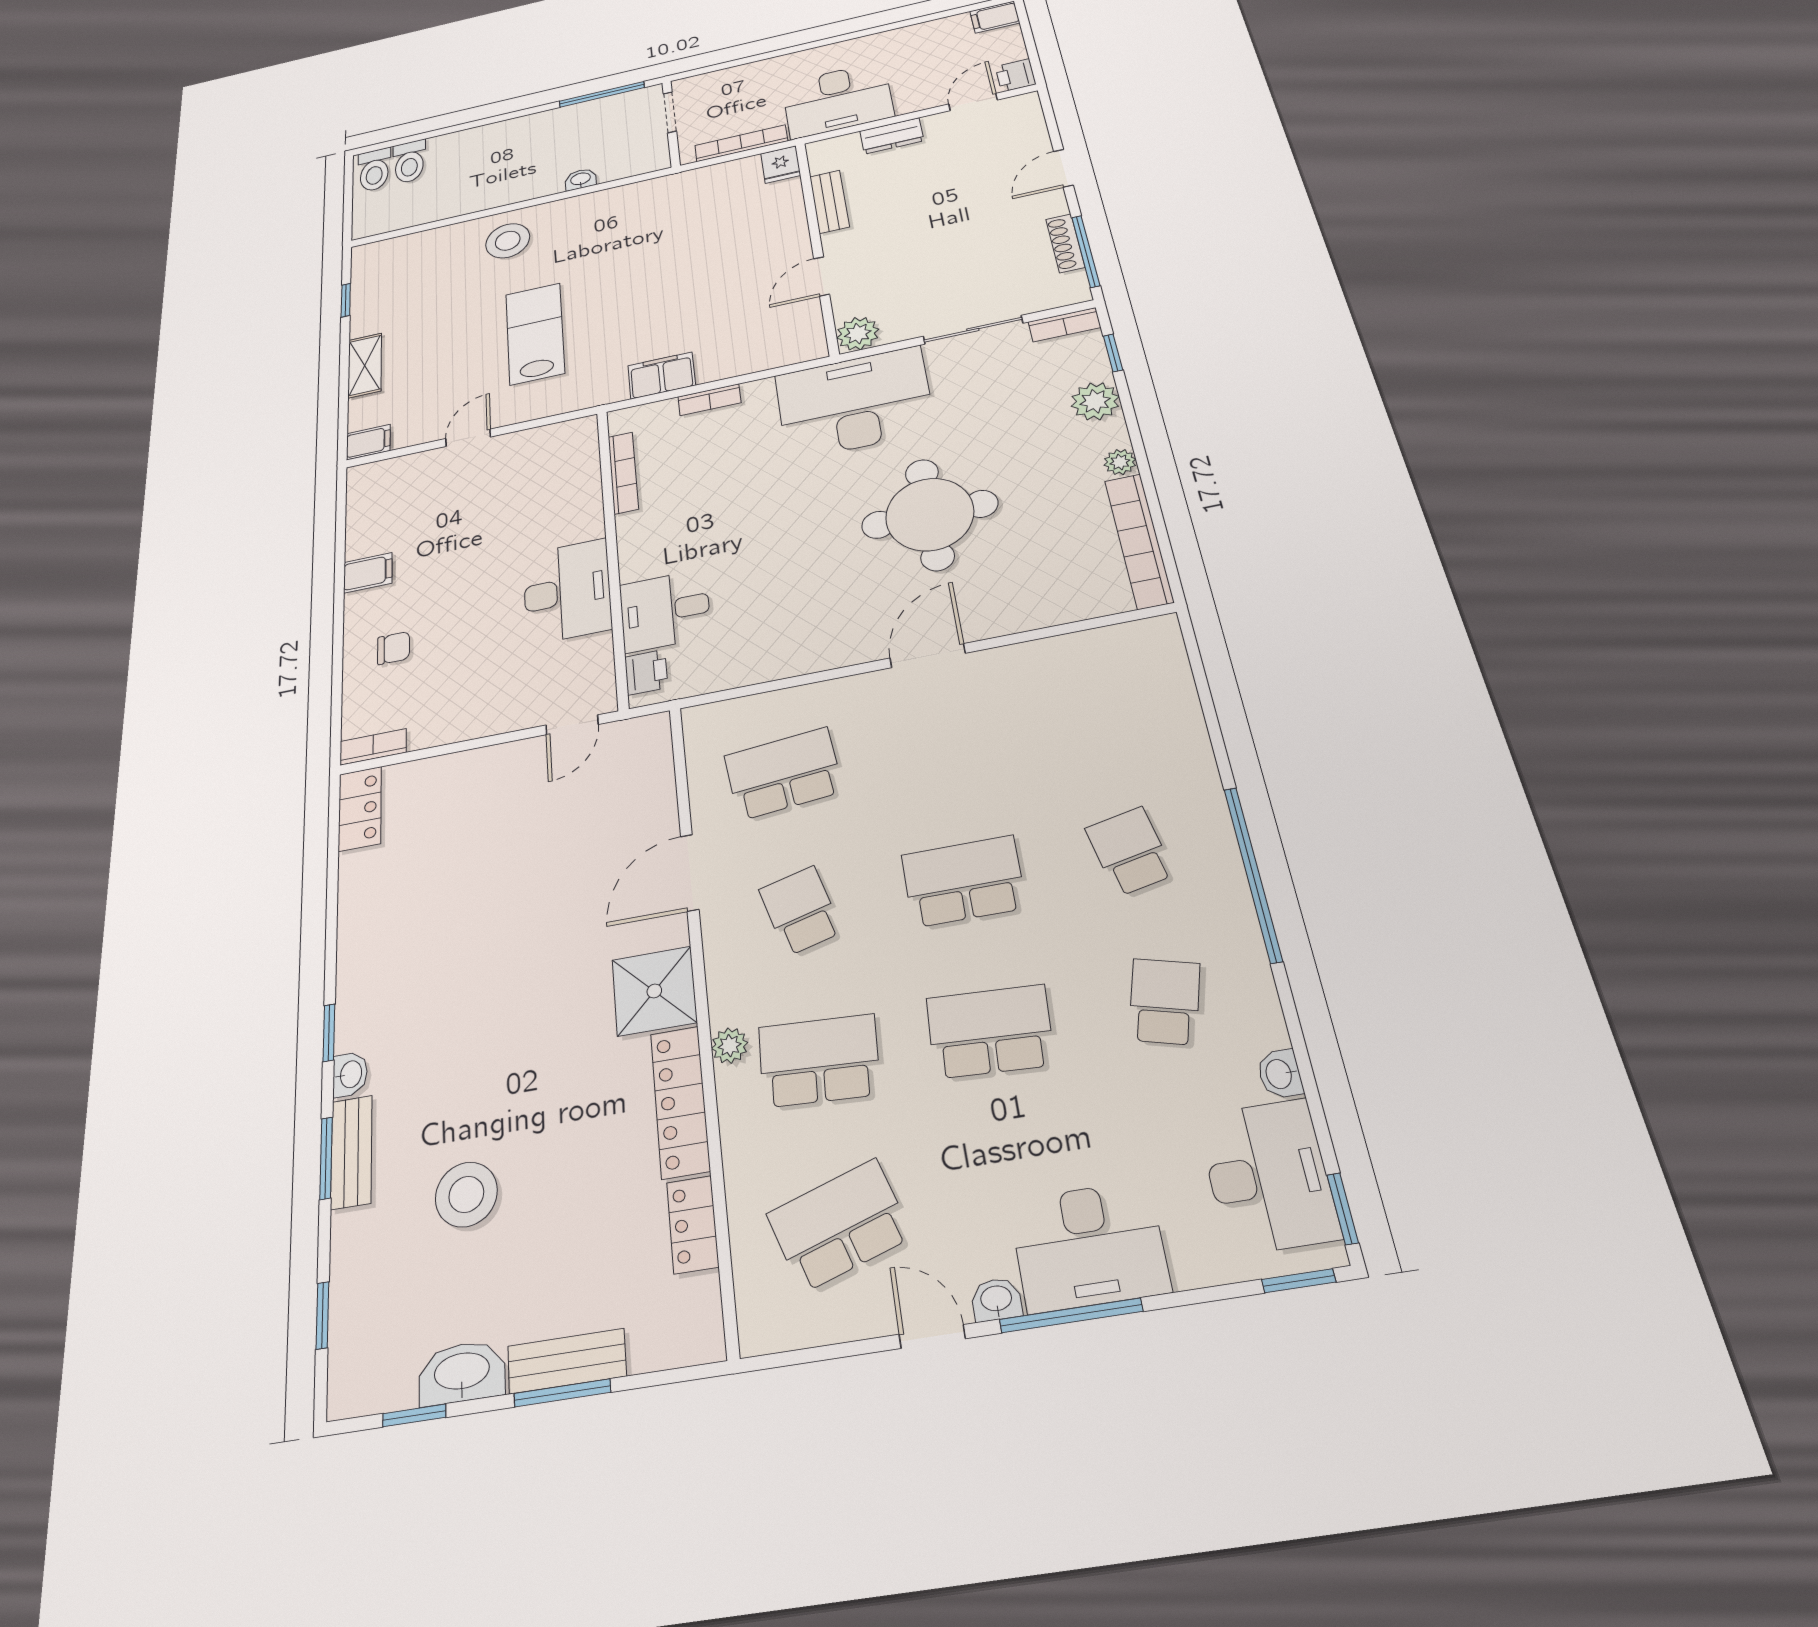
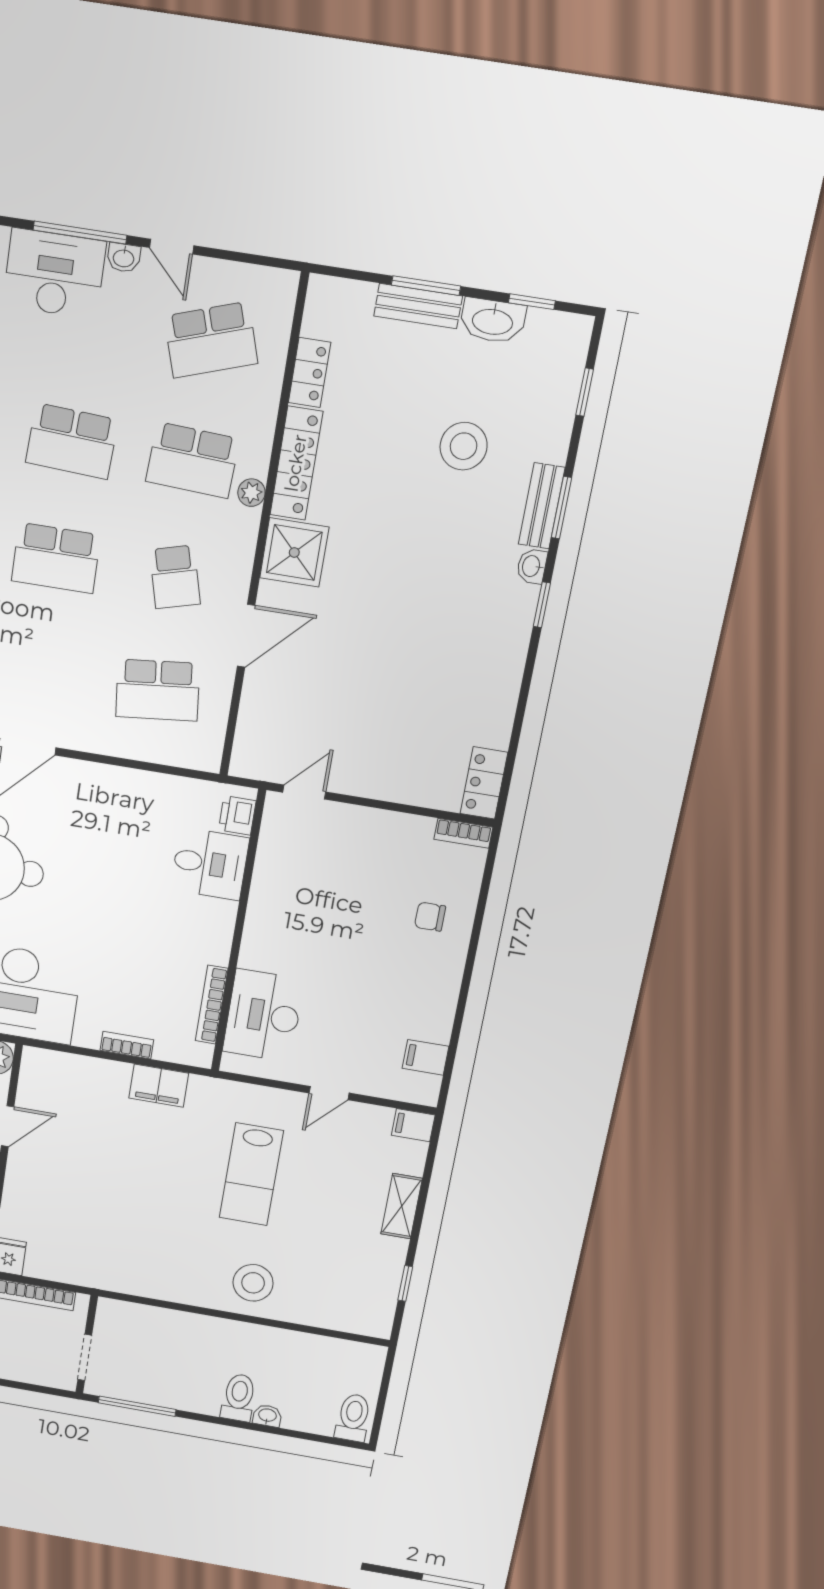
toilet: (409, 162) -> (239, 1398), moved
washbasin: (581, 179) -> (267, 1416), moved, turned 180
filing cabinet: (368, 573) -> (426, 1057), moved
desk: (567, 591) -> (263, 1016), moved

